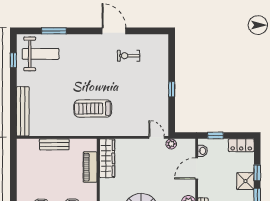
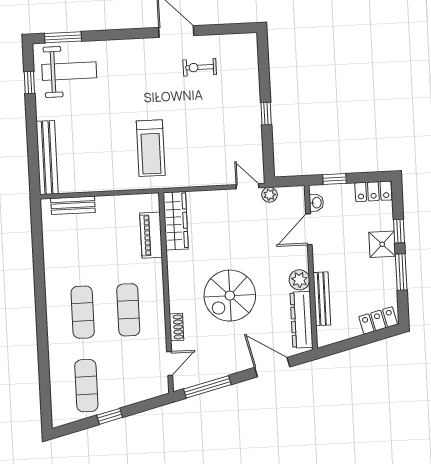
window: (54, 31) -> (63, 37), moved
treadmill: (93, 108) -> (151, 148), turned -90
bench: (54, 144) -> (73, 205), moved

